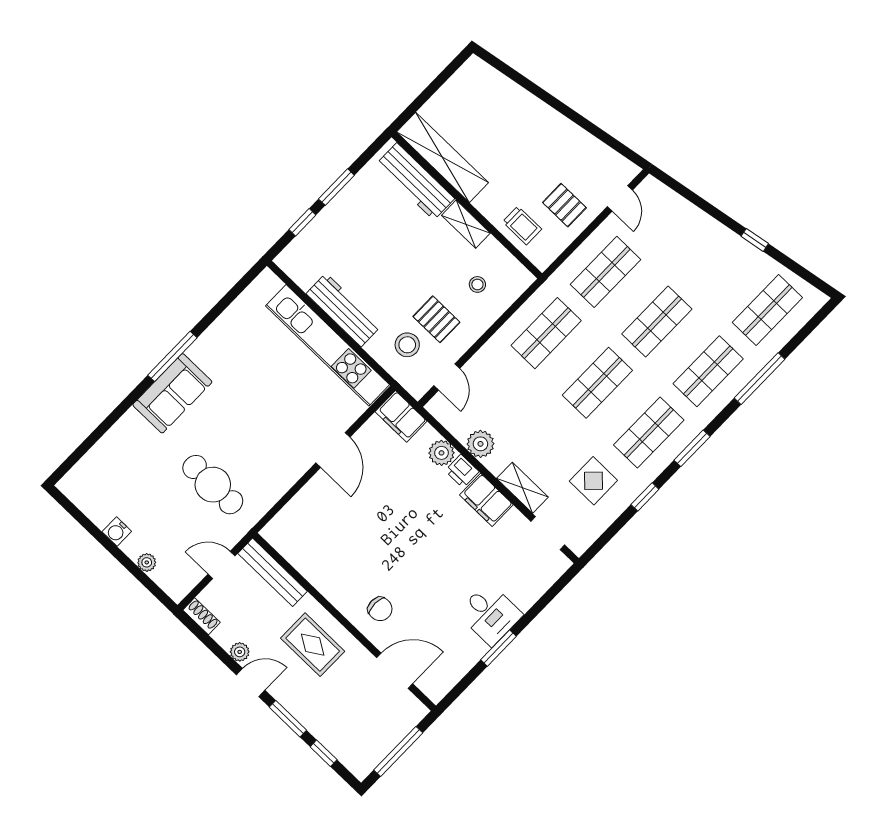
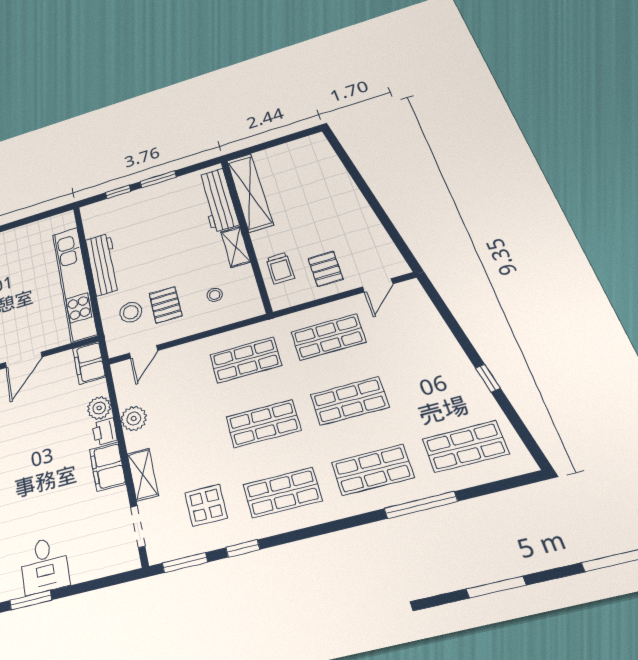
window: (692, 448) -> (185, 563), moved

